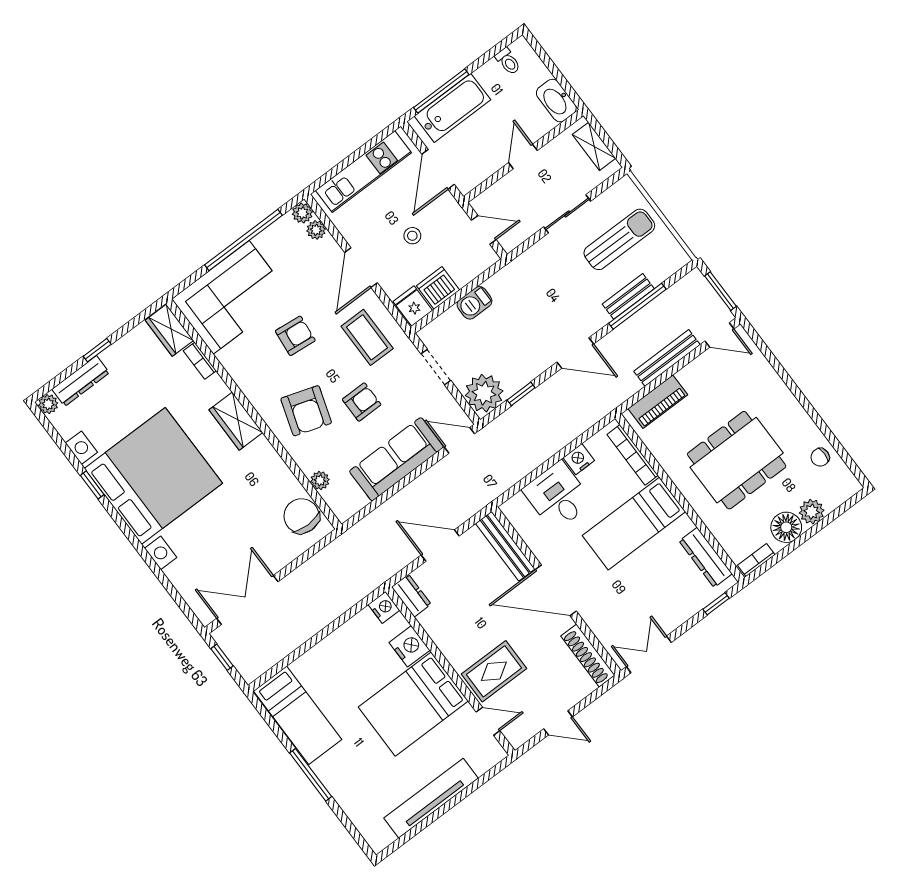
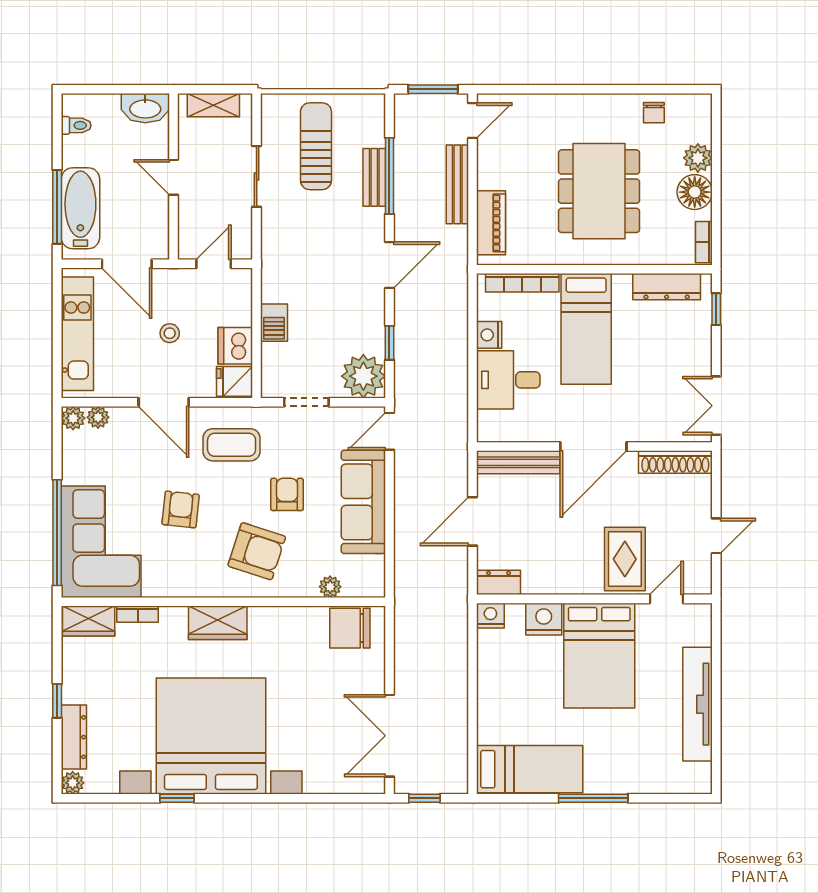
window: (243, 240) -> (57, 533), moved

